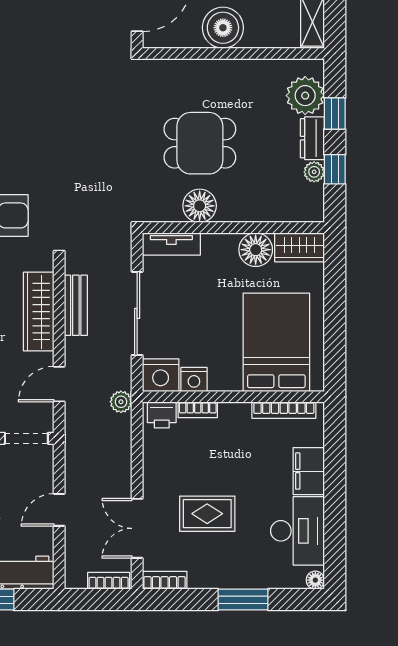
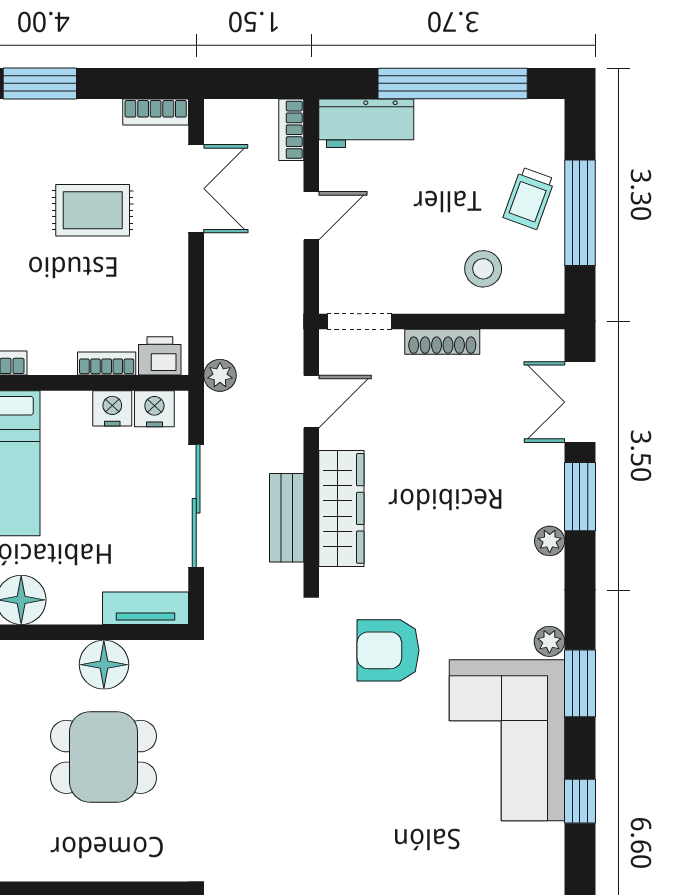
nightstand: (161, 375) -> (154, 409), width x0.74, depth x0.75
bookcase: (109, 581) -> (291, 130), moved, turned 90

